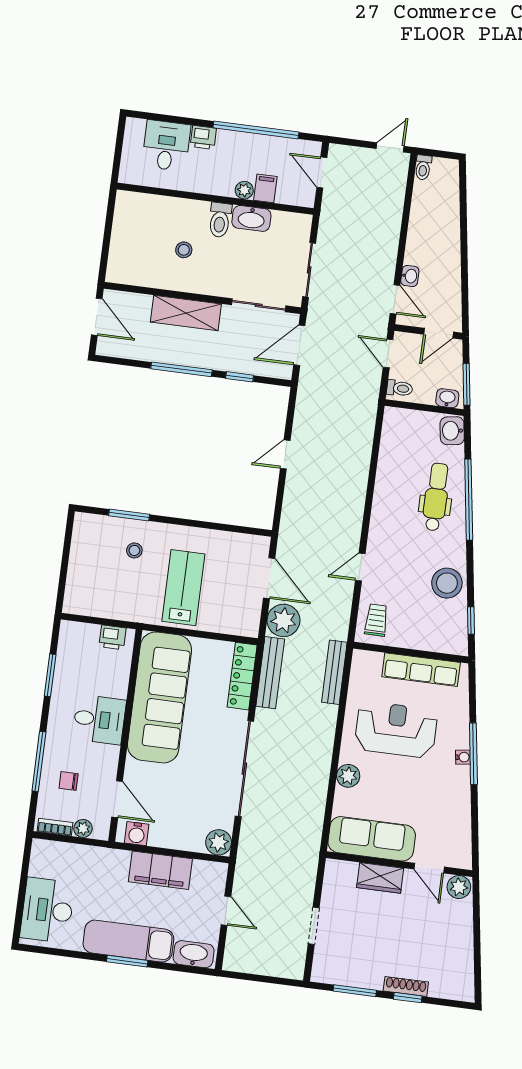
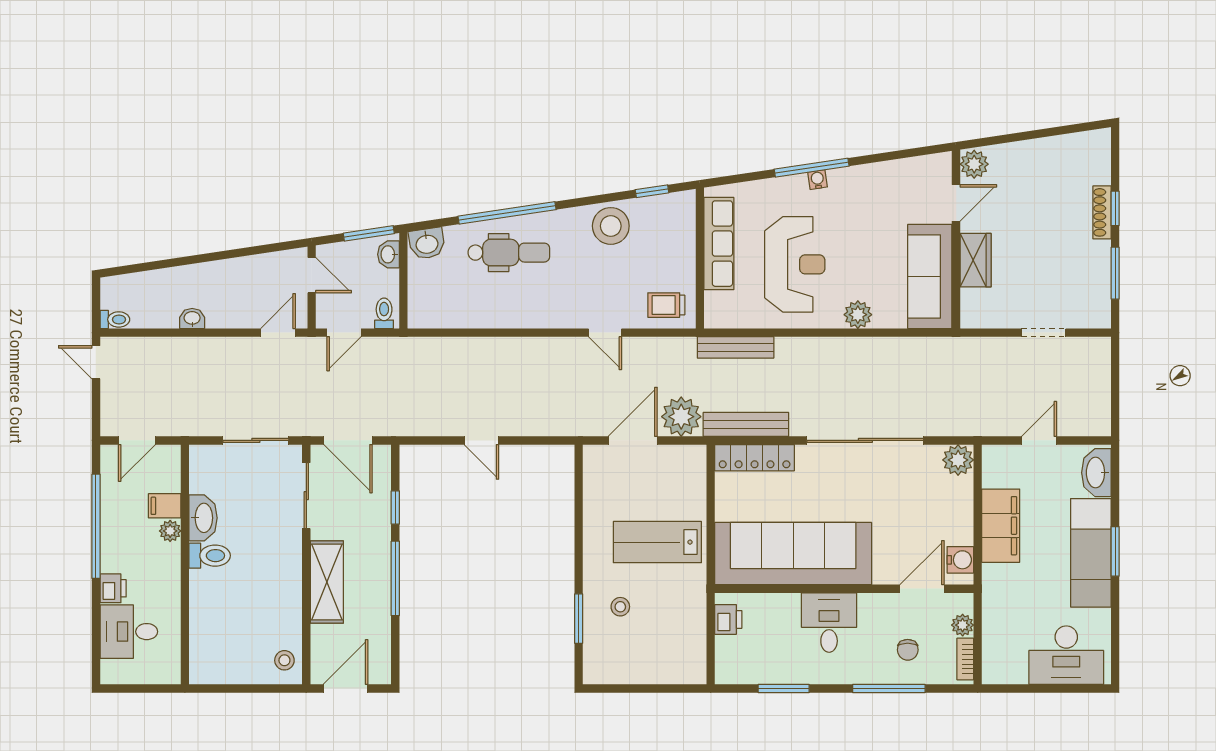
stool: (184, 250) -> (284, 660), moved
washbasin: (410, 276) -> (192, 318), moved
dental chair: (436, 497) -> (509, 253), turned 180
reception desk: (396, 730) -> (795, 264), turned 180

